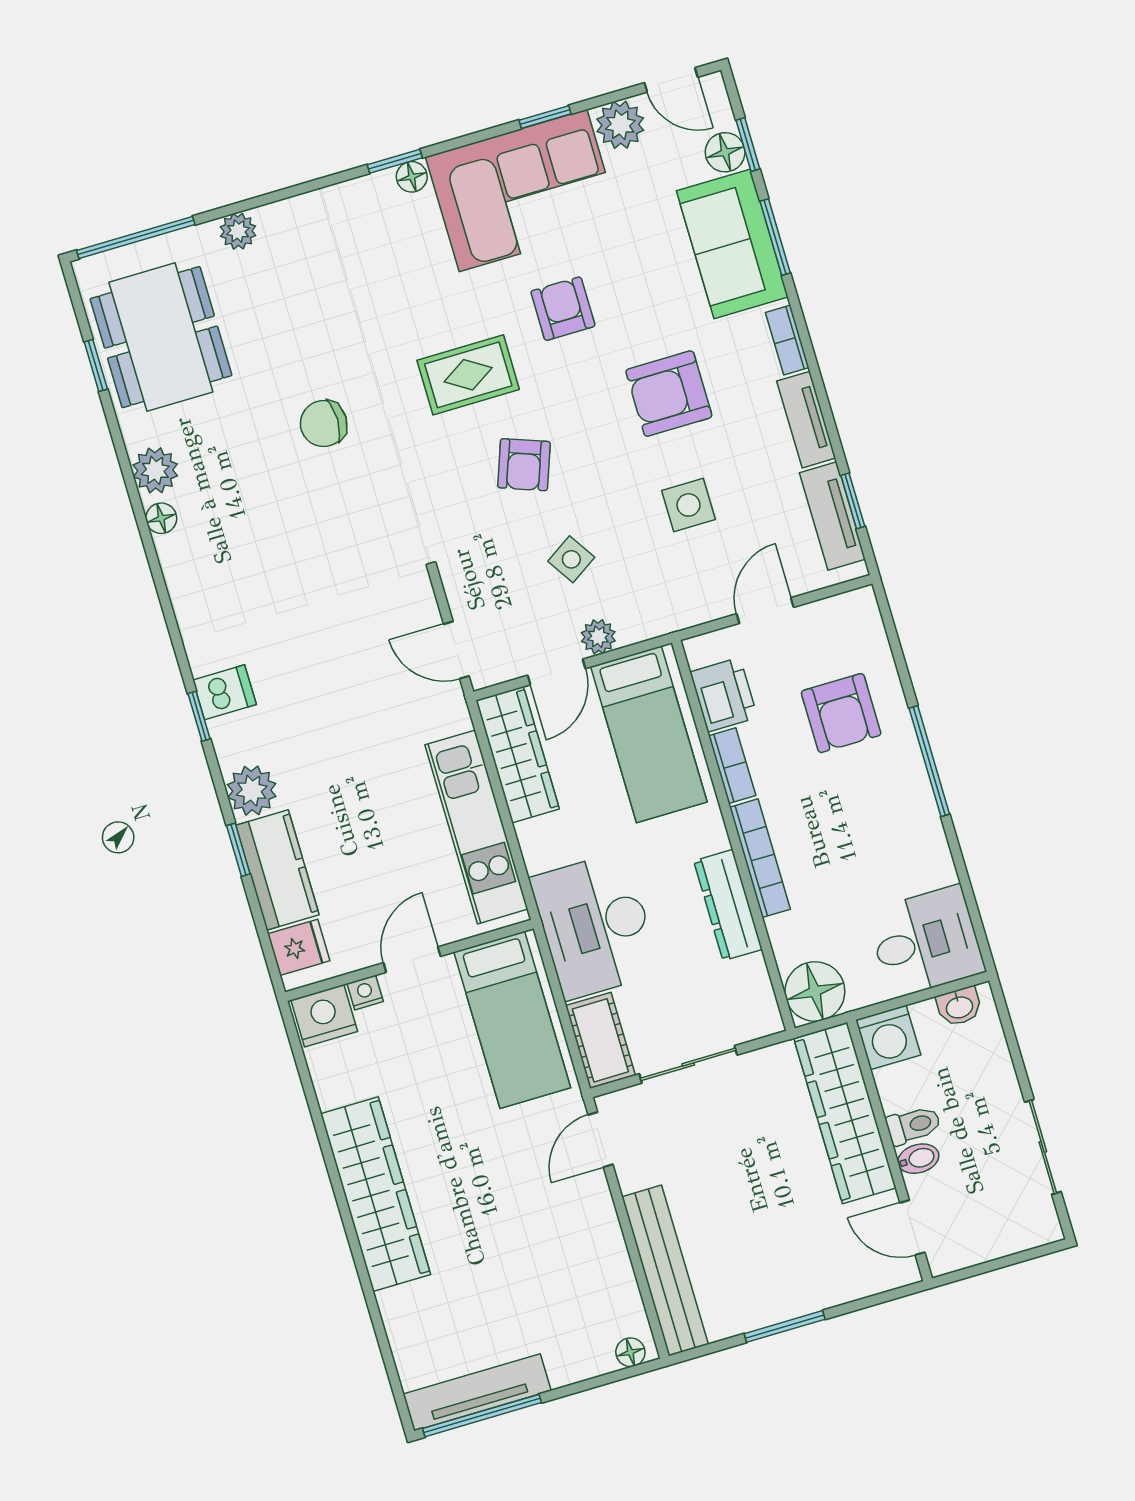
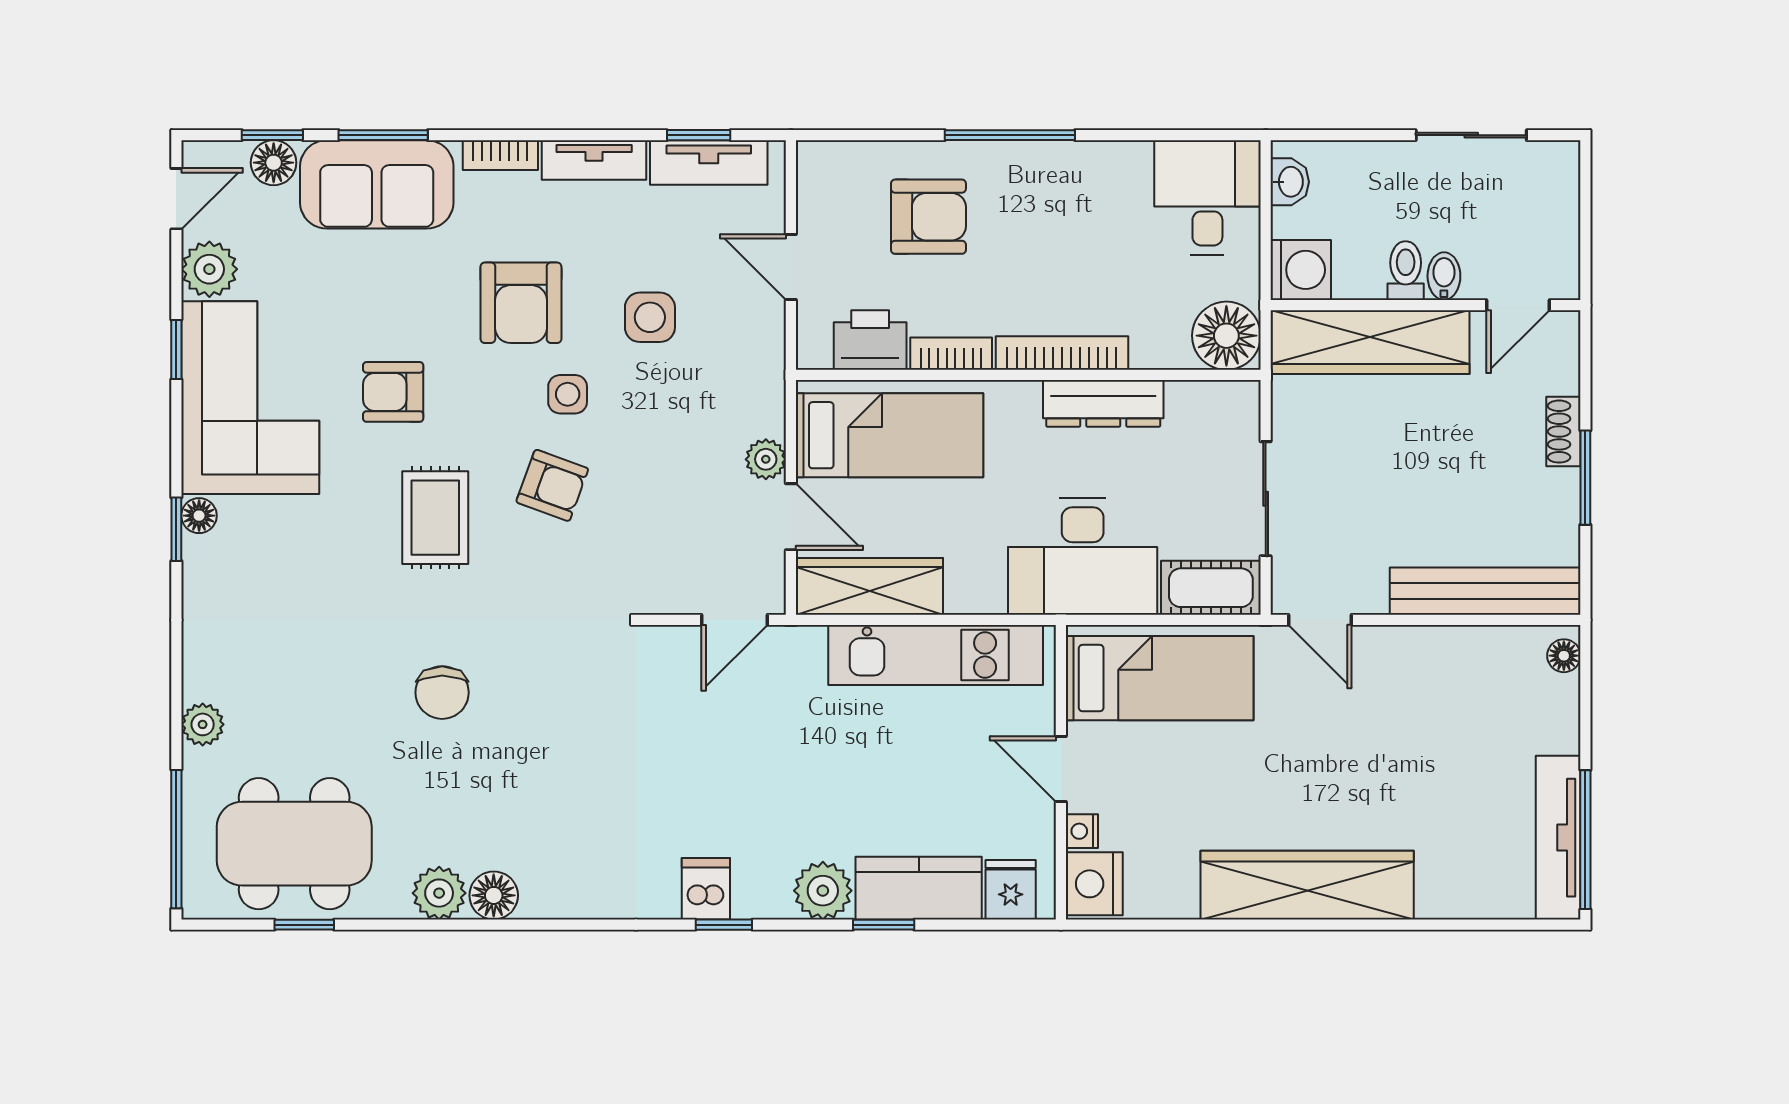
floor lamp: (161, 518) -> (494, 895), width x1.37, depth x1.37
side table: (571, 559) -> (568, 394), moved, turned 33
shoe rack: (818, 1297) -> (1563, 432), added

